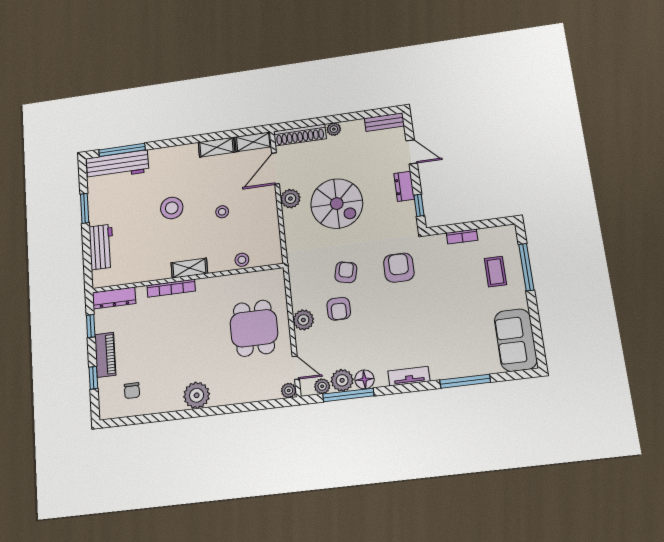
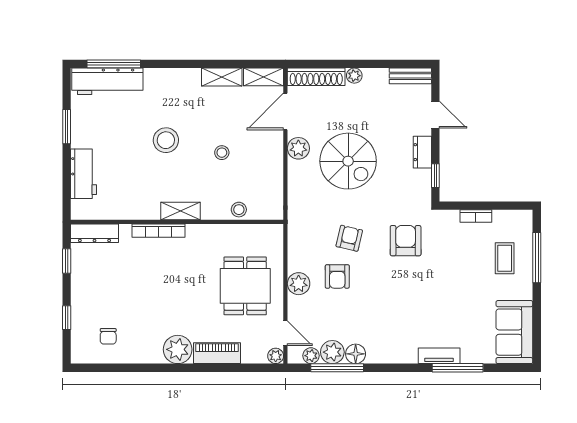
piano: (105, 355) -> (217, 353), moved, turned -90
tv unit: (409, 376) -> (439, 356), moved

